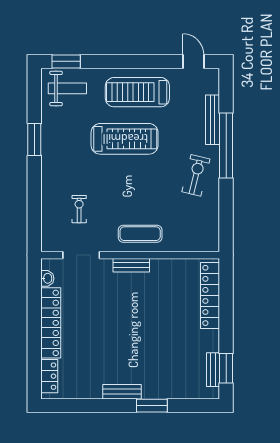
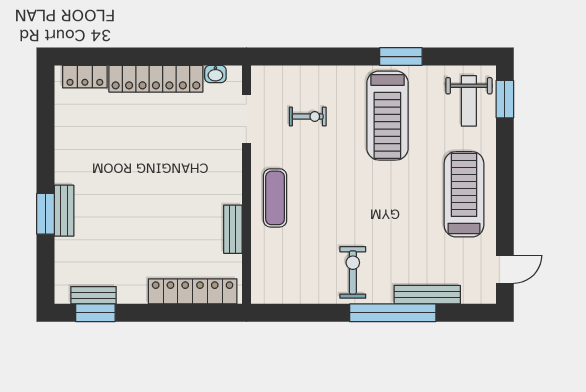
treadmill: (125, 139) -> (387, 116), moved
exercise bike: (196, 175) -> (353, 272), turned -104
bench: (131, 265) -> (233, 229), moved
bench: (122, 392) -> (64, 211), moved

